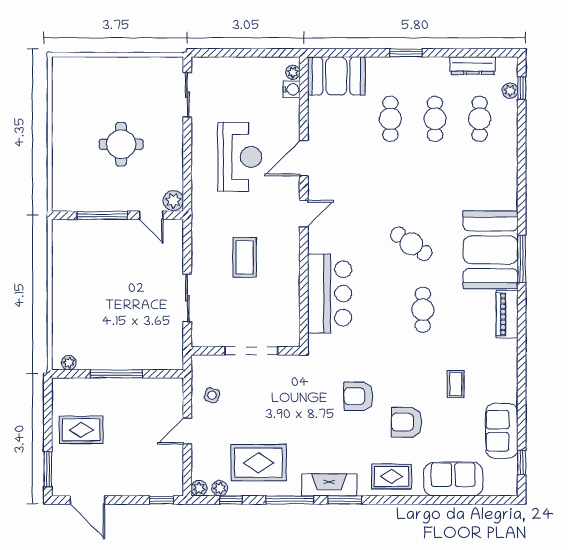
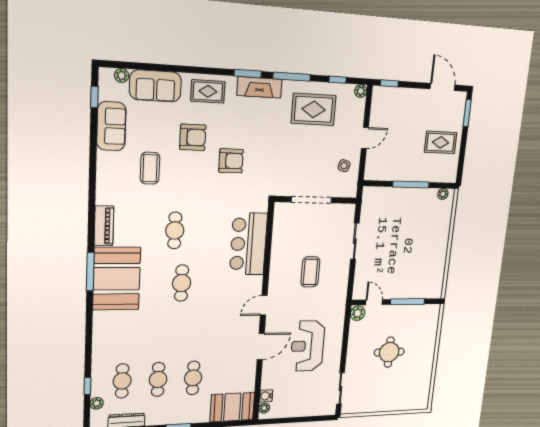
window: (522, 88) -> (87, 386), moved
cafe table: (411, 244) -> (182, 283), turned 55
coffee table: (456, 384) -> (150, 168), width x1.36, depth x1.30
plant: (220, 488) -> (122, 75), moved

